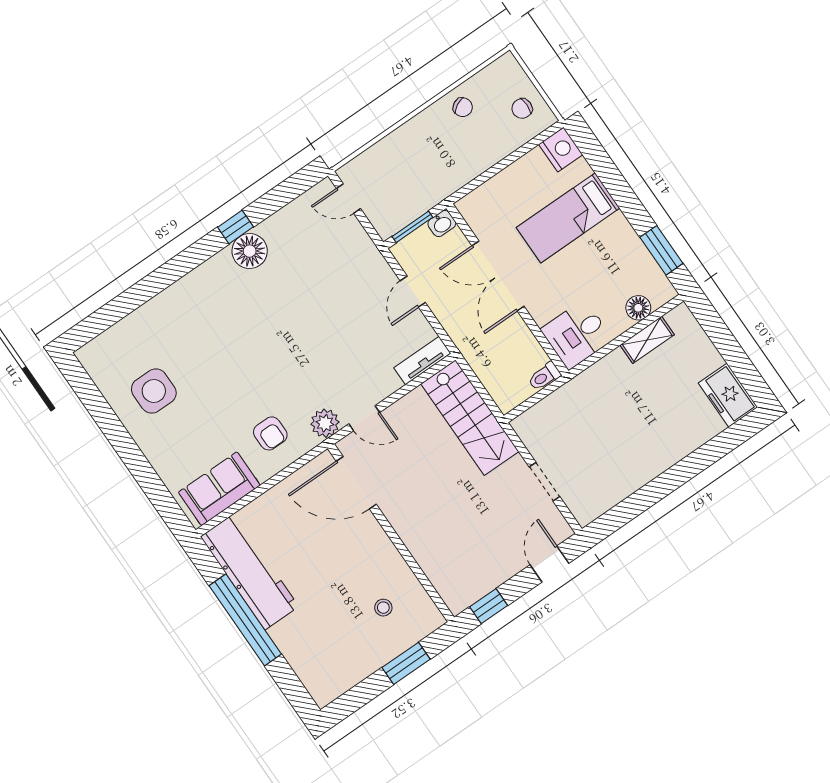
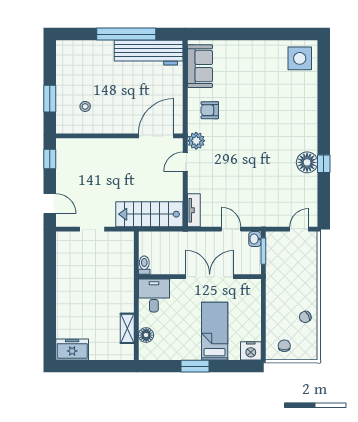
washbasin: (442, 224) -> (255, 239), moved
window: (661, 250) -> (195, 366), moved
side table: (154, 391) -> (300, 58), moved

